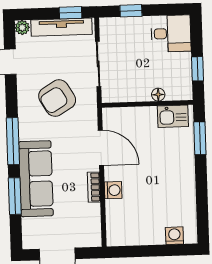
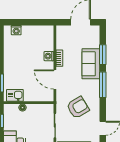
sofa: (36, 179) -> (91, 64), width x0.73

